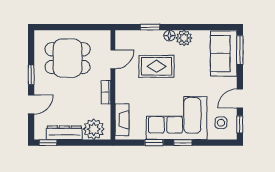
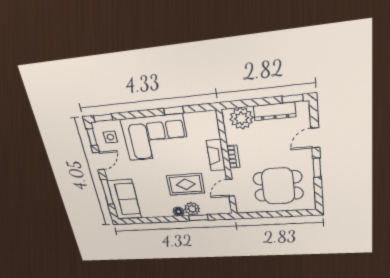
plant: (184, 38) -> (192, 209), moved
window: (240, 50) -> (107, 192), moved
fireplace: (122, 120) -> (216, 155), moved
window: (183, 143) -> (103, 118), moved

